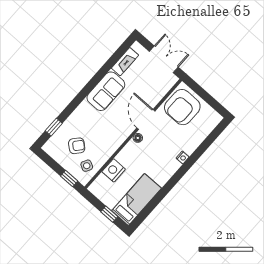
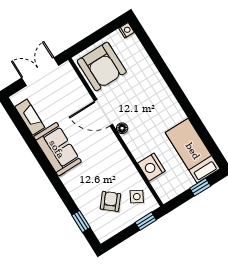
nightstand: (183, 157) -> (126, 30), moved

